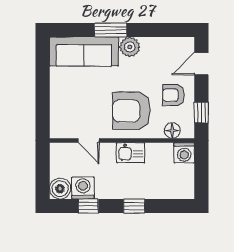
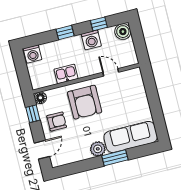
armchair: (132, 111) -> (85, 102), turned 90
floor lamp: (172, 131) -> (40, 98), moved
kitchen sink: (131, 153) -> (66, 74), moved
washing machine: (184, 153) -> (33, 54), moved, turned 180
washing machine: (83, 188) -> (91, 40), moved

